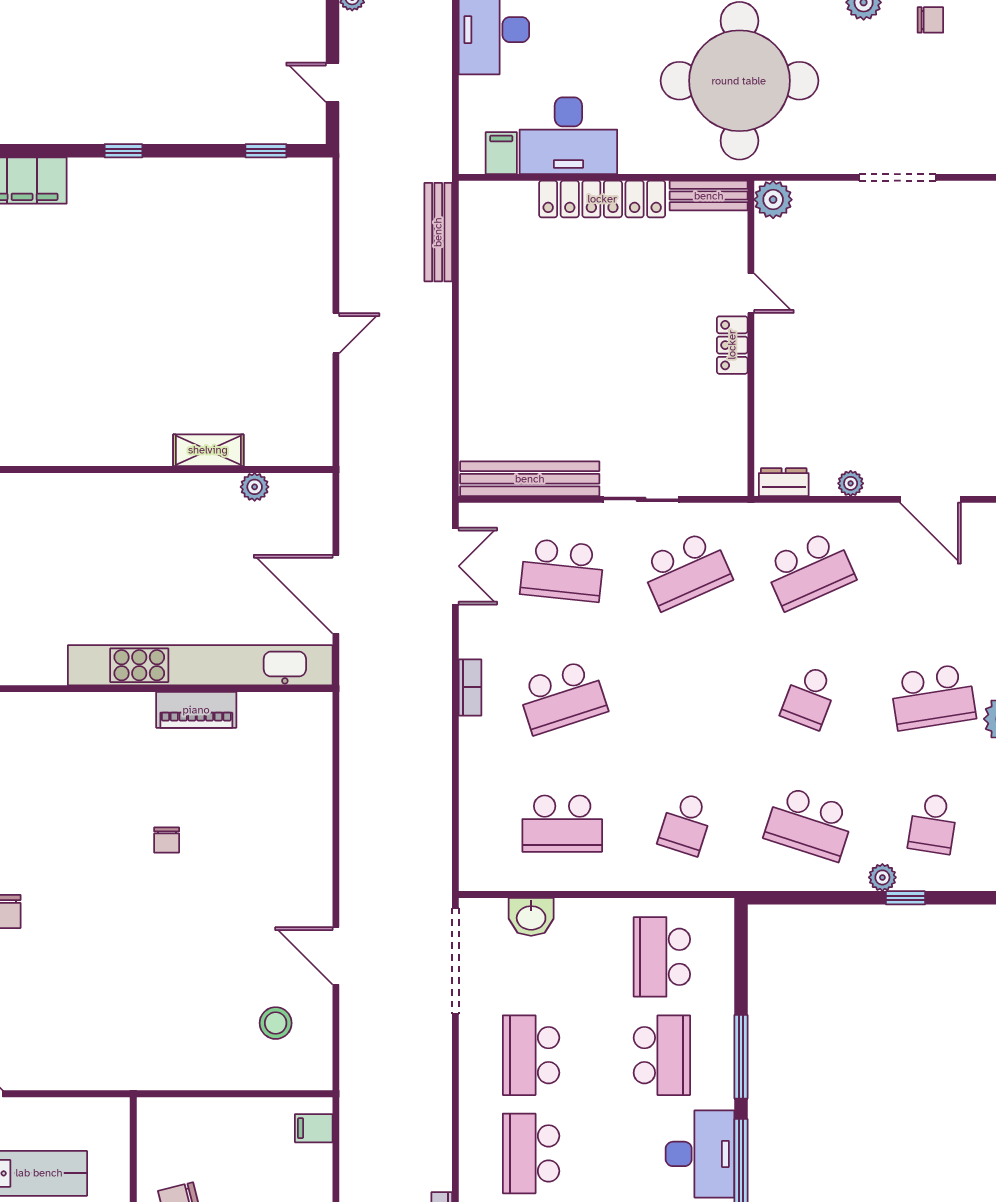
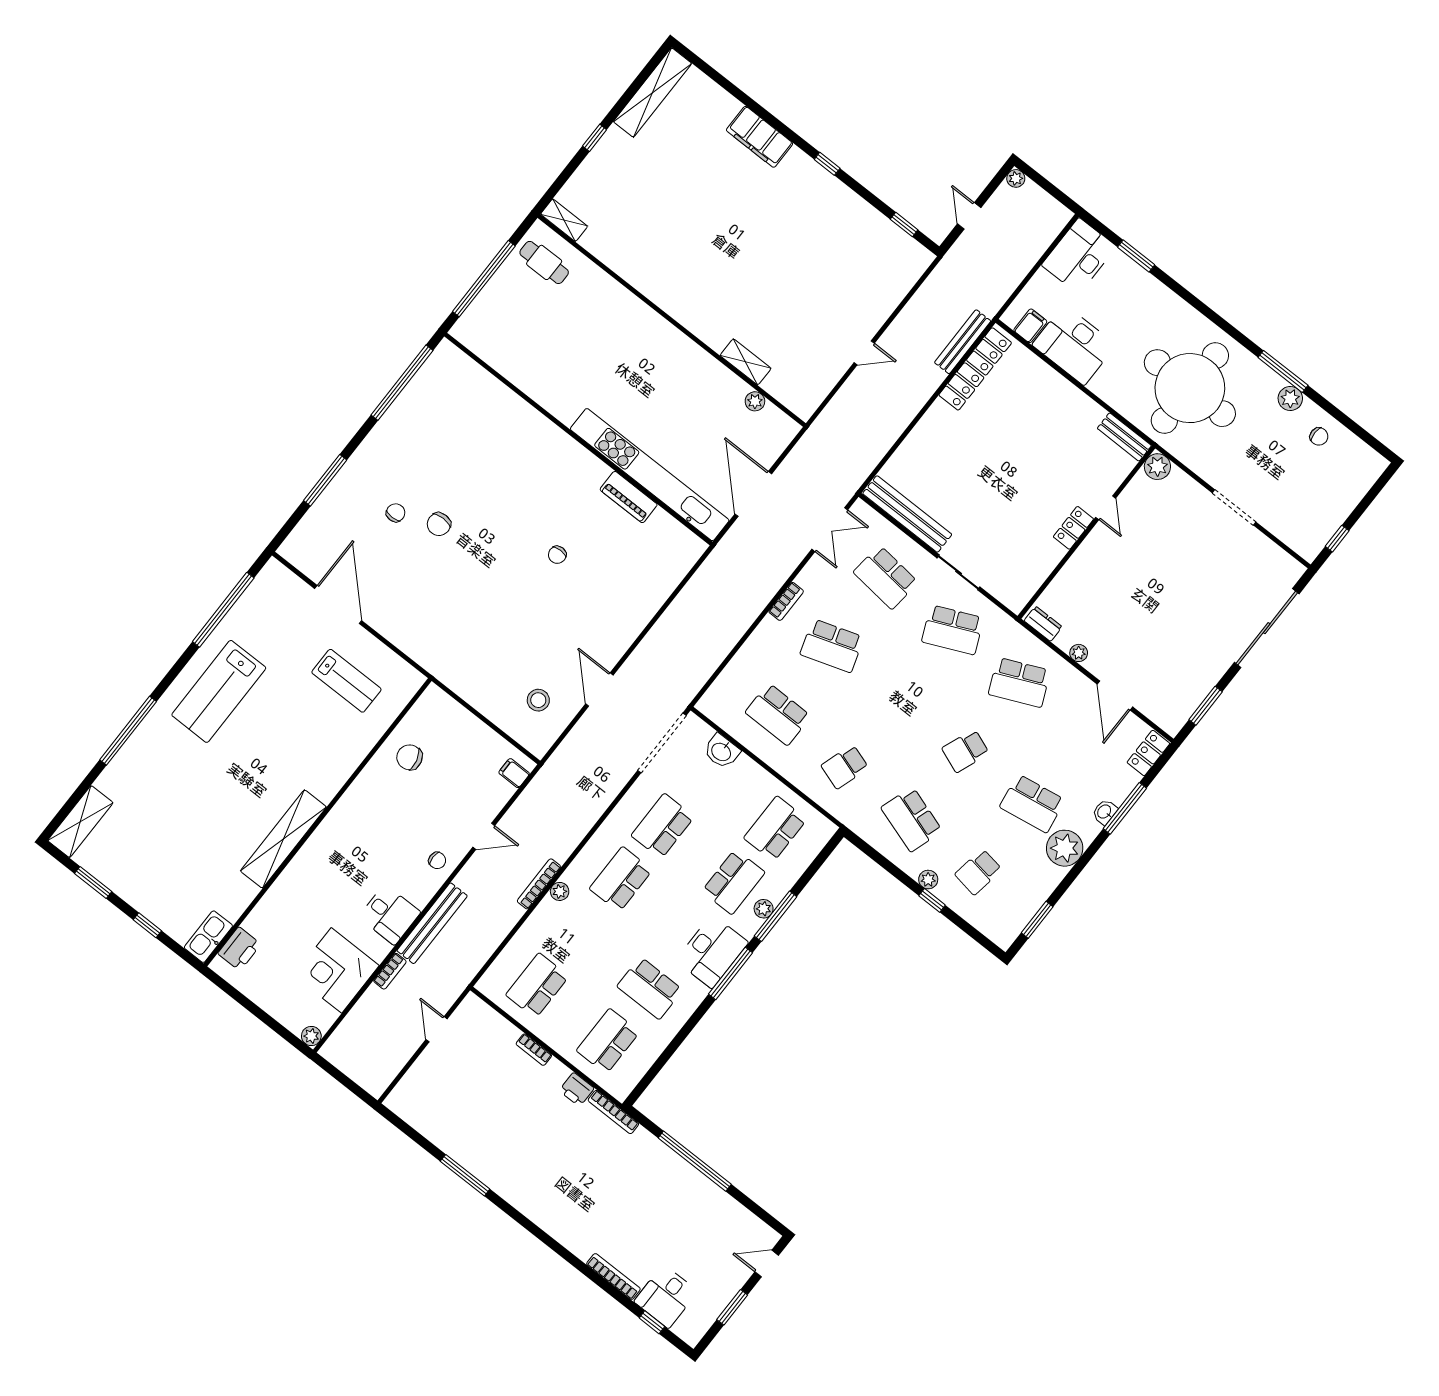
locker: (602, 199) -> (975, 369), moved, turned -90
plant: (721, 1059) -> (764, 909), added

